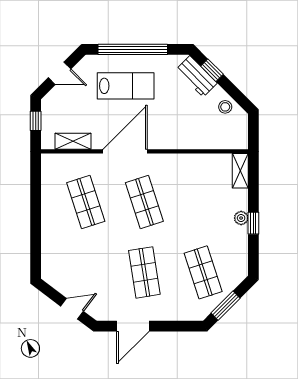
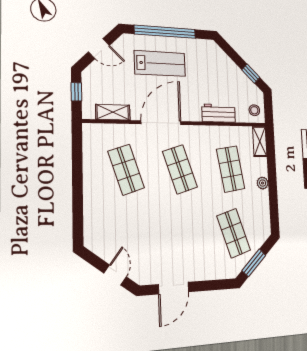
window: (212, 70) -> (251, 74), moved
workbench: (197, 76) -> (219, 113), moved, turned 135
stool: (225, 107) -> (254, 110), moved
window: (253, 223) -> (273, 187), removed
shop shelf: (144, 272) -> (231, 169), moved
door: (72, 309) -> (115, 275), hinge flipped

